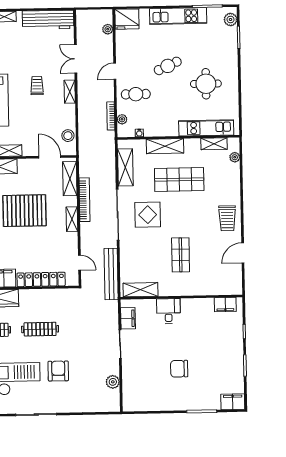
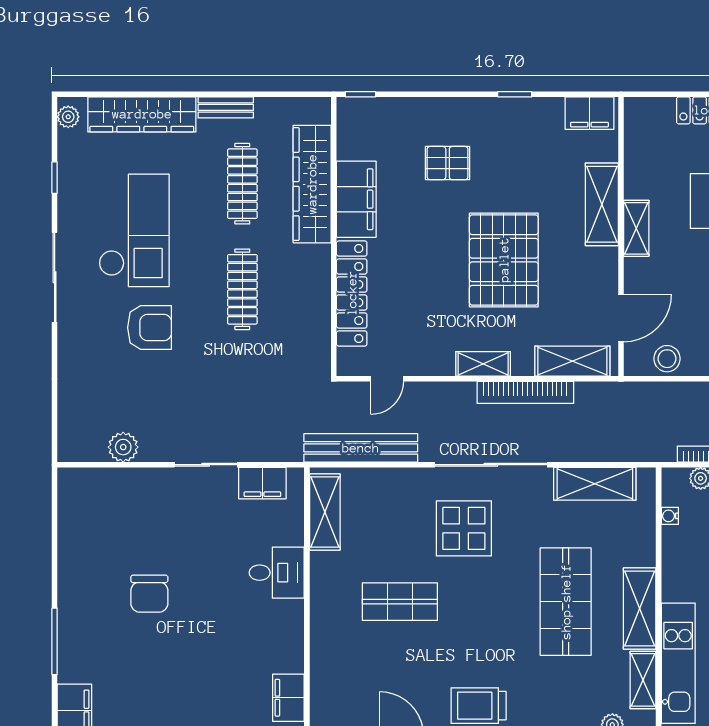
shelving: (165, 146) -> (640, 609), moved
display table: (148, 215) -> (464, 528), moved
chair: (179, 369) -> (149, 594), turned 180

